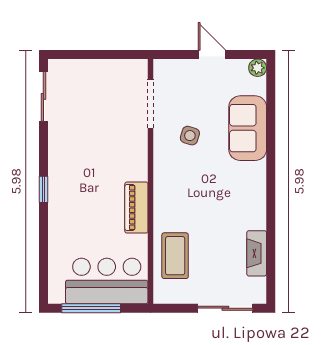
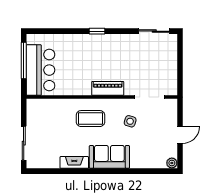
sofa: (248, 128) -> (109, 157), moved
piano: (136, 208) -> (108, 88), moved
fireplace: (257, 253) -> (74, 162), moved
coffee table: (175, 256) -> (90, 119), moved

